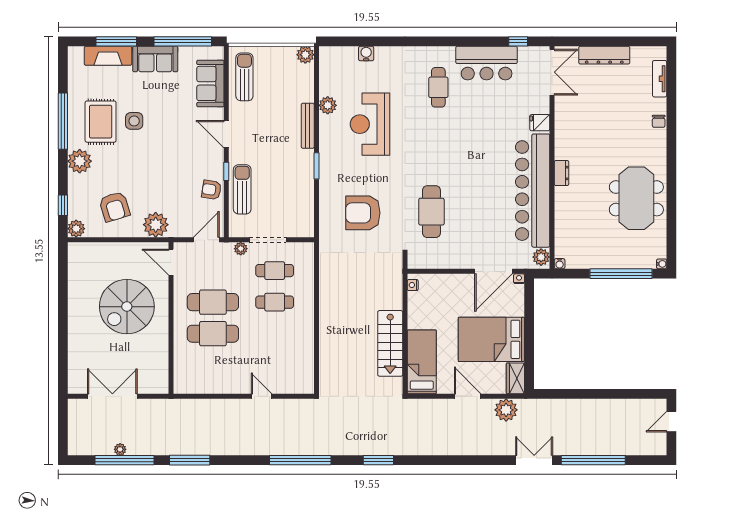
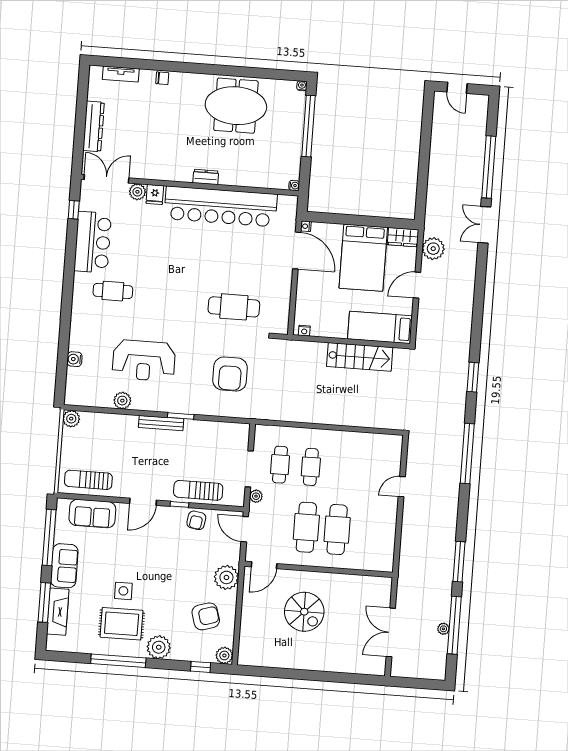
bench: (308, 126) -> (161, 423), moved
plant: (541, 257) -> (137, 192), moved
spiral stairs: (127, 307) -> (304, 612), width x0.73, depth x0.73

